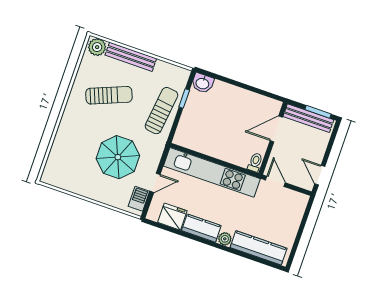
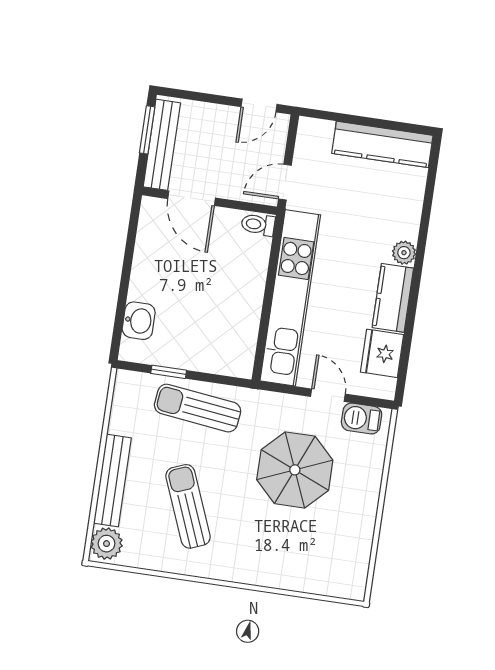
washbasin: (203, 83) -> (139, 321), moved
kitchen counter: (259, 248) -> (382, 144), moved, turned -90

